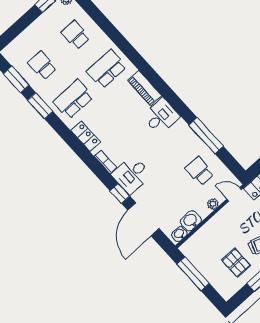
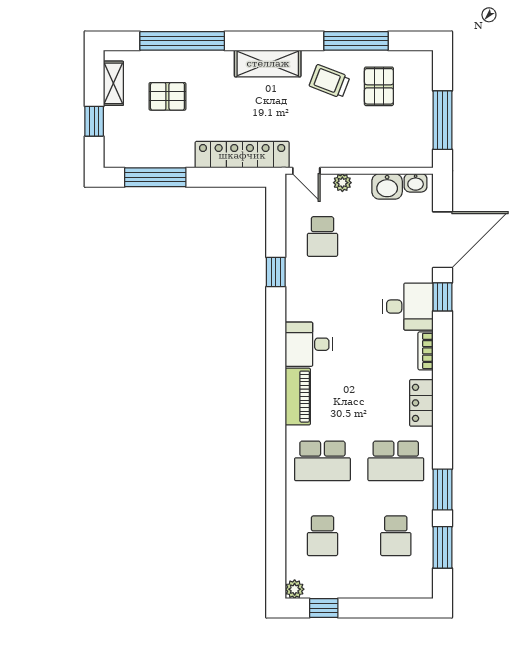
window: (206, 136) -> (276, 272), width x0.46

